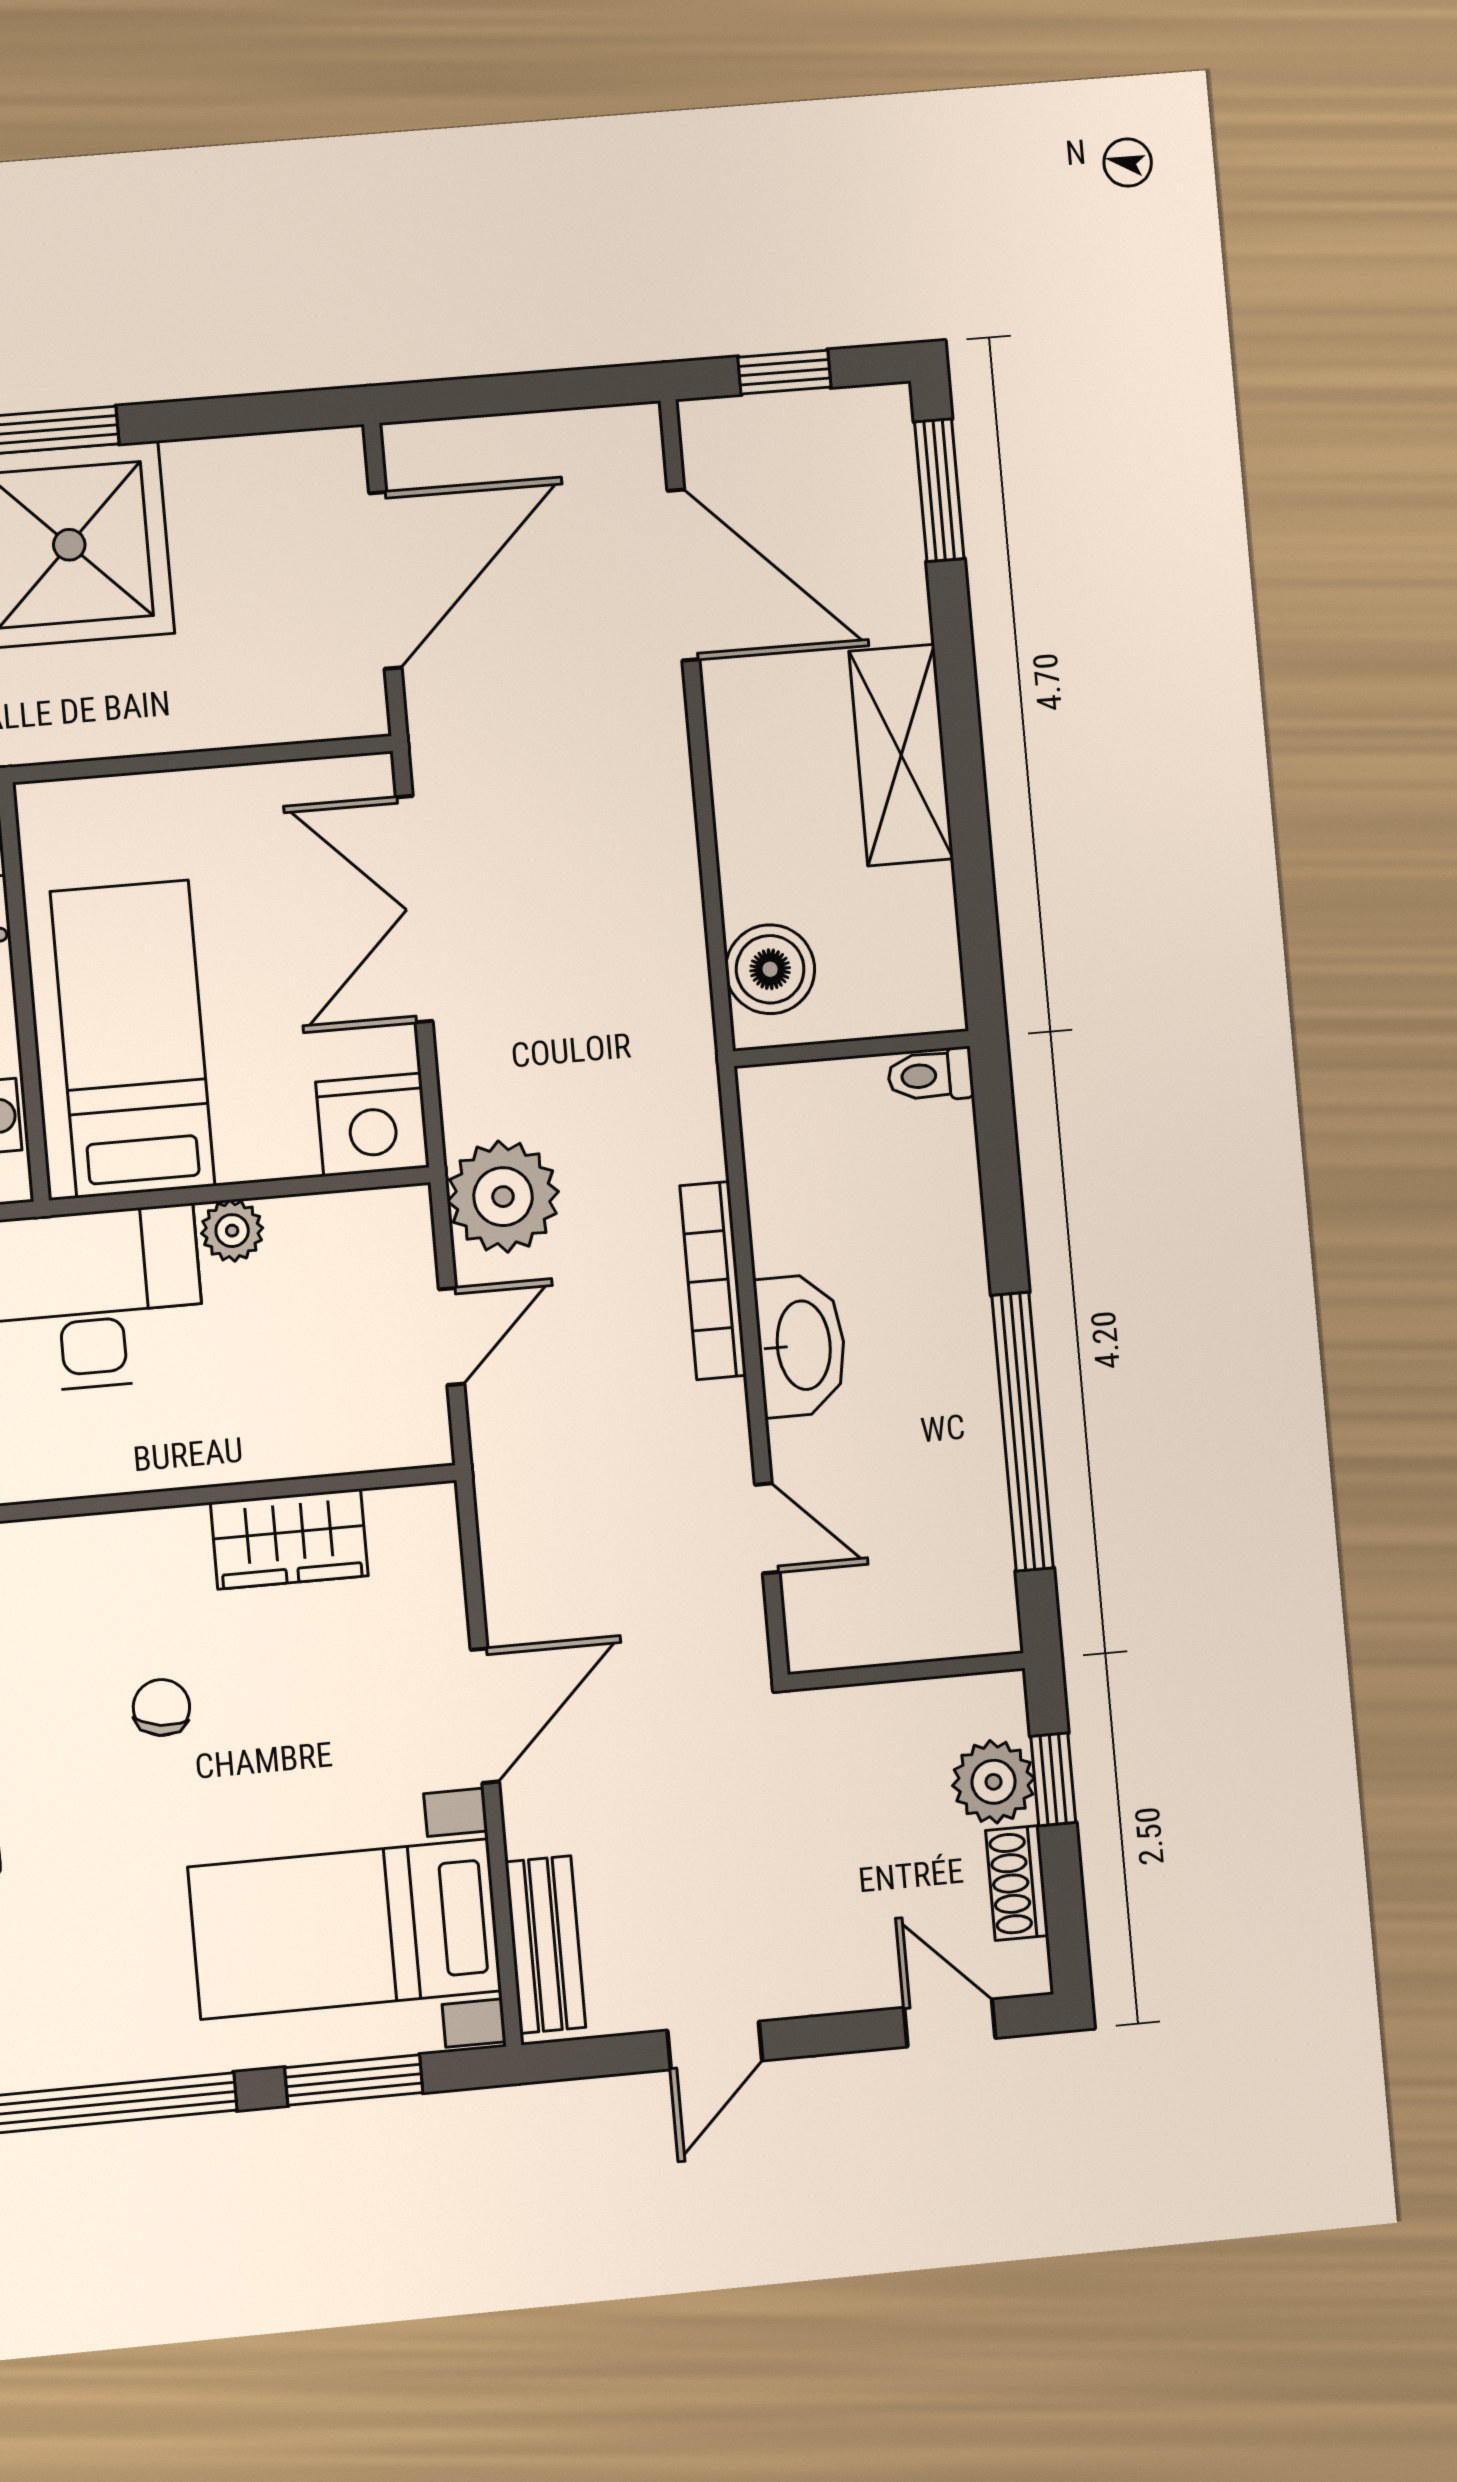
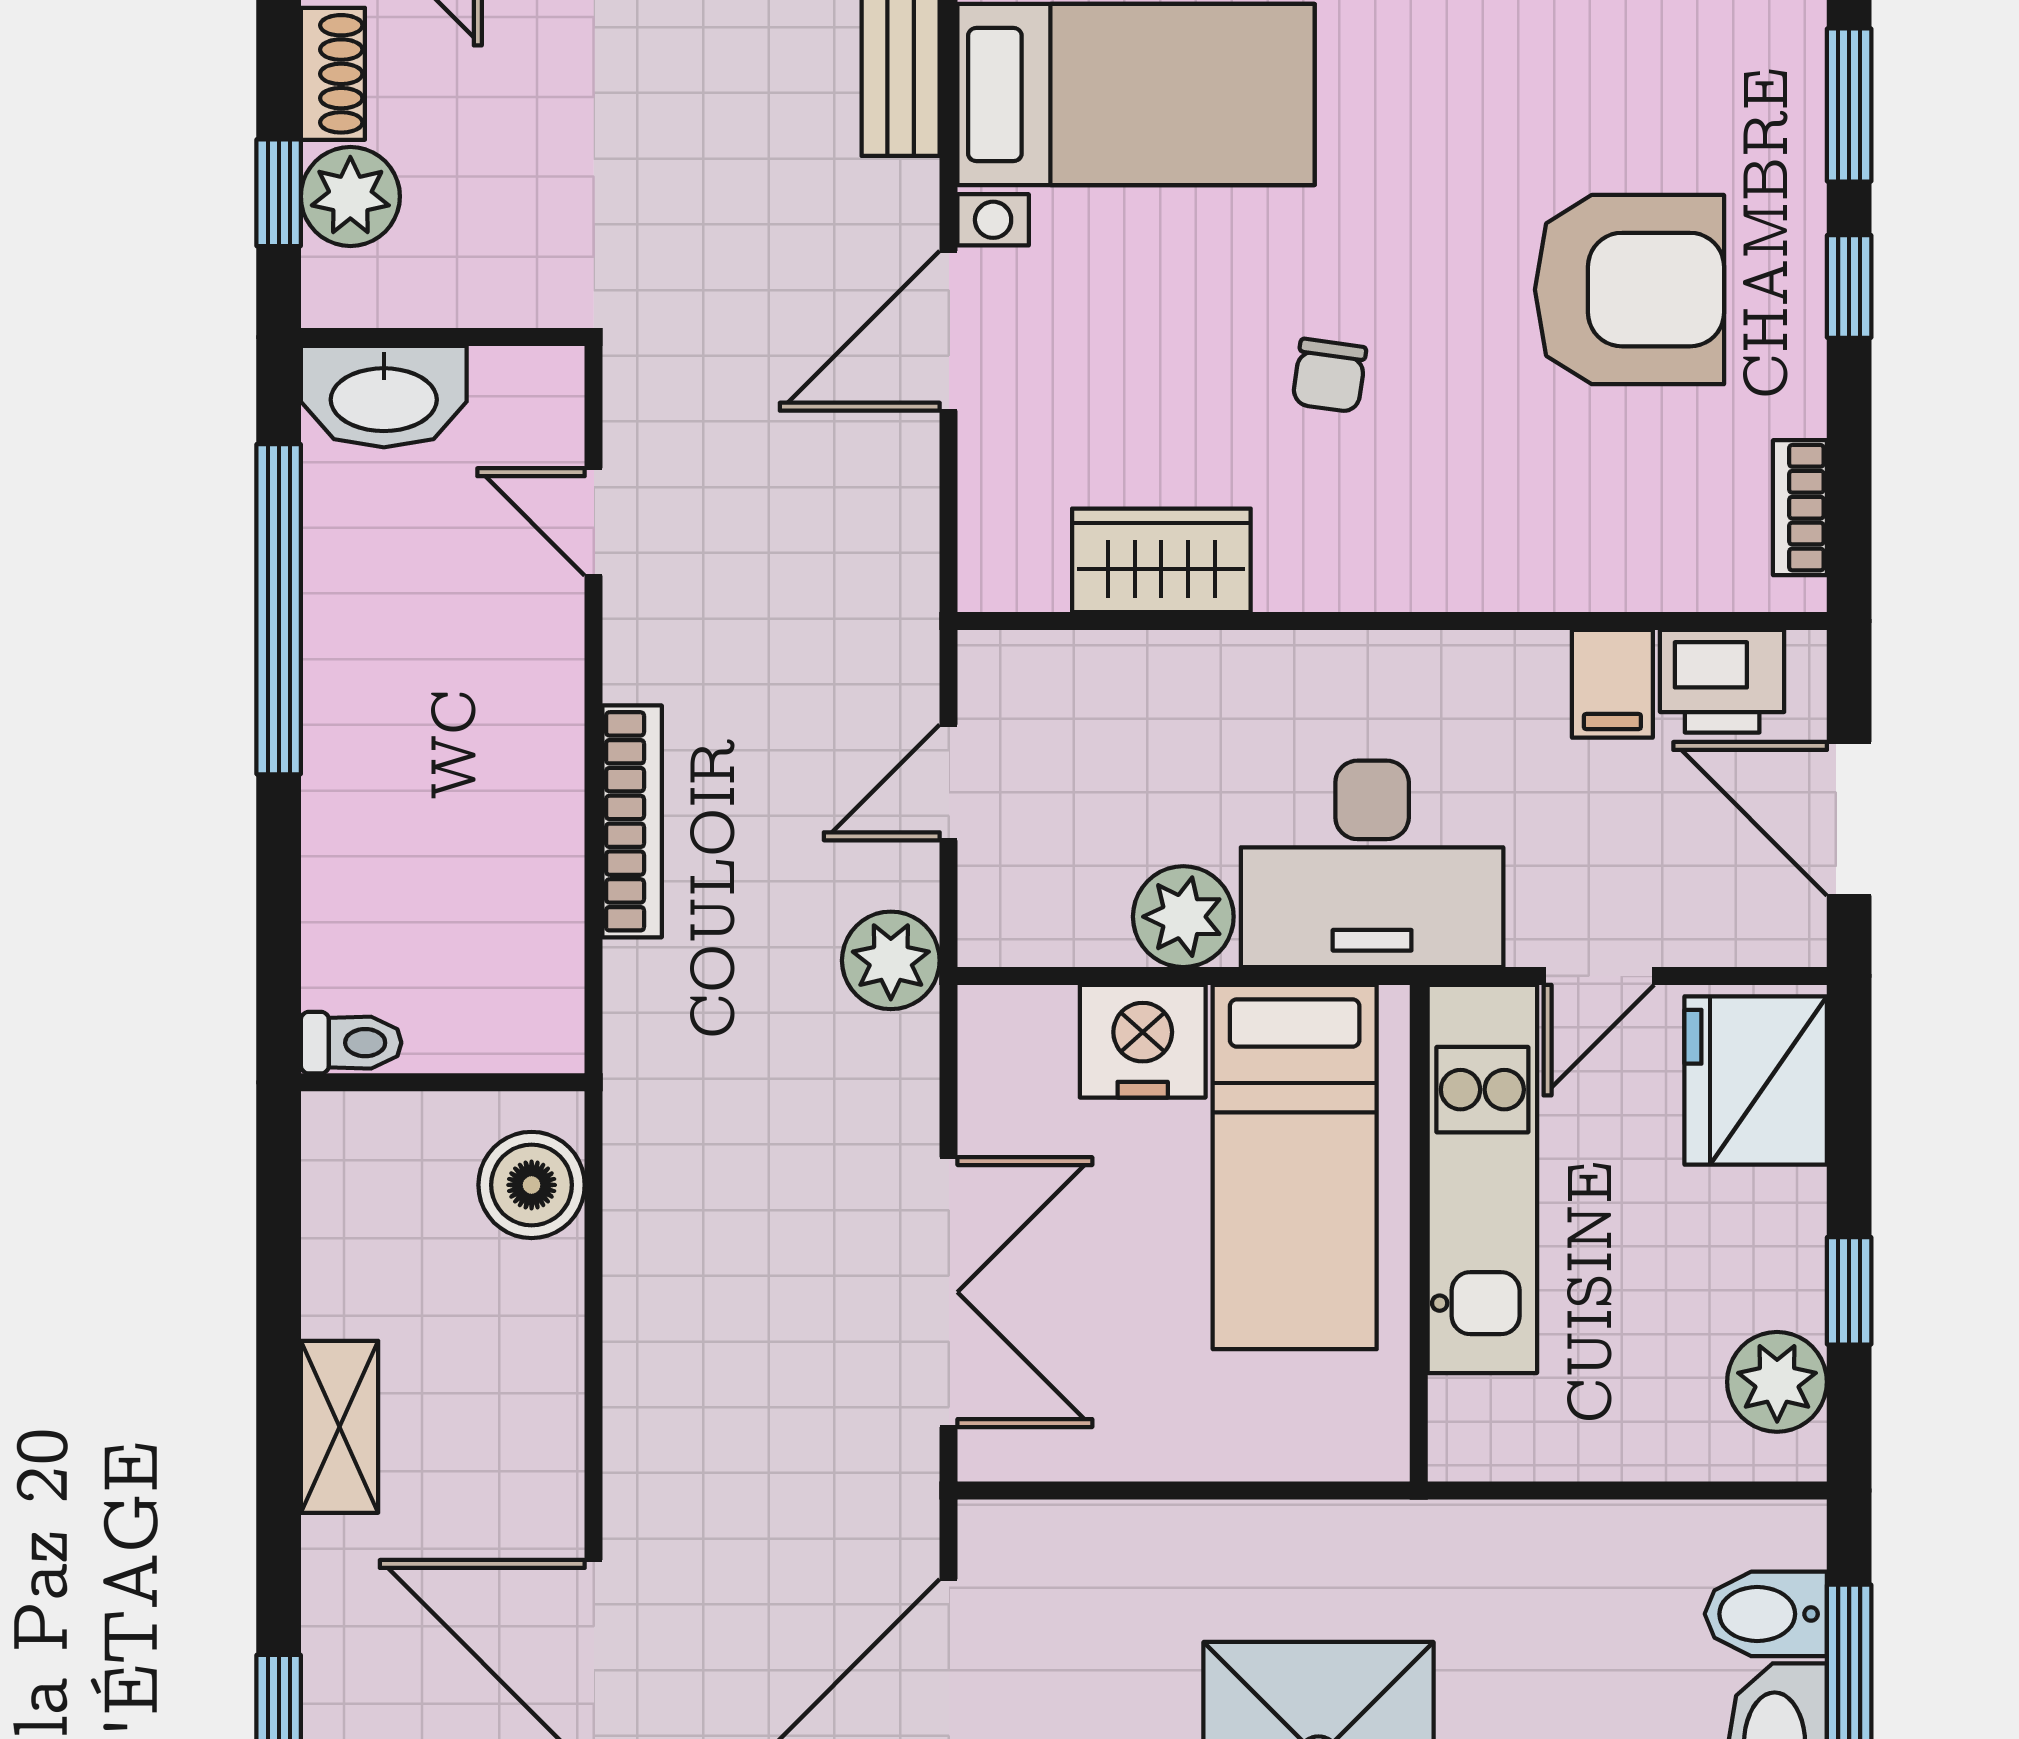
shelving: (901, 755) -> (339, 1427), width x0.67, depth x0.75
nightstand: (372, 1125) -> (1143, 1041), moved
plant: (503, 1197) -> (891, 960), width x0.73, depth x0.73
plant: (232, 1231) -> (1183, 917), width x1.38, depth x1.38
washbasin: (801, 1345) -> (384, 397), moved, turned -90

